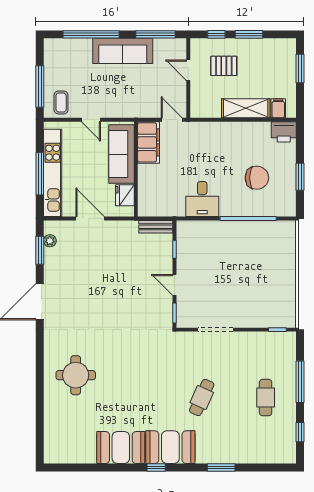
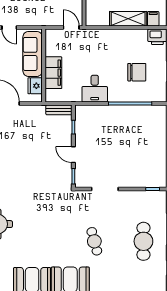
filing cabinet: (149, 142) -> (53, 73), moved
cafe table: (202, 398) -> (94, 241), turned -39
cafe table: (266, 398) -> (143, 241), width x1.37, depth x1.35

